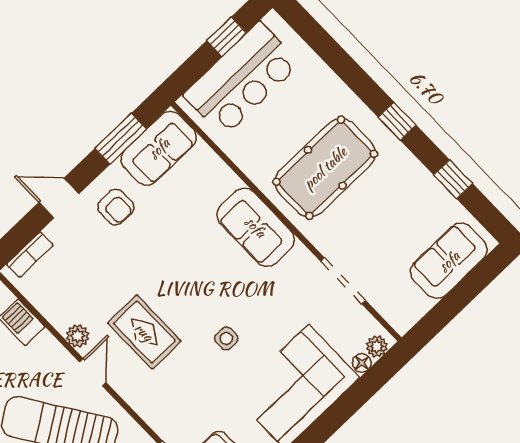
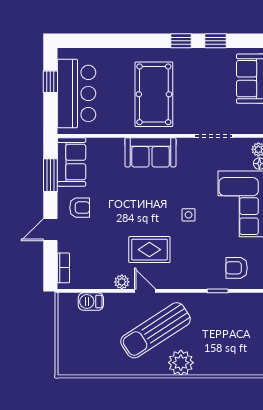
window: (397, 121) -> (181, 41), moved

